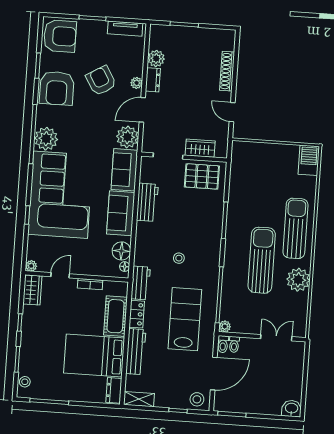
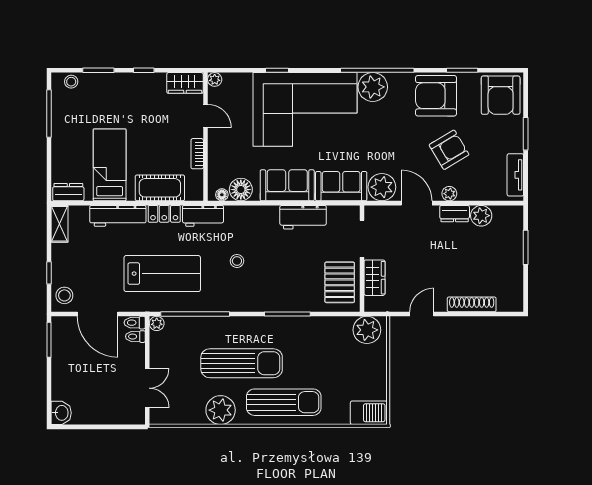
plant: (242, 157) -> (367, 330), added
bed: (94, 355) -> (110, 165), width x0.67

